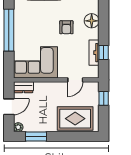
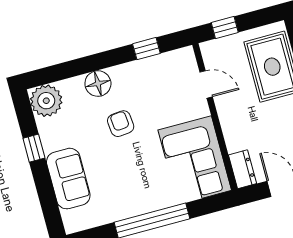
armchair: (66, 27) -> (121, 124), turned -96
tv unit: (94, 53) -> (151, 65), removed

